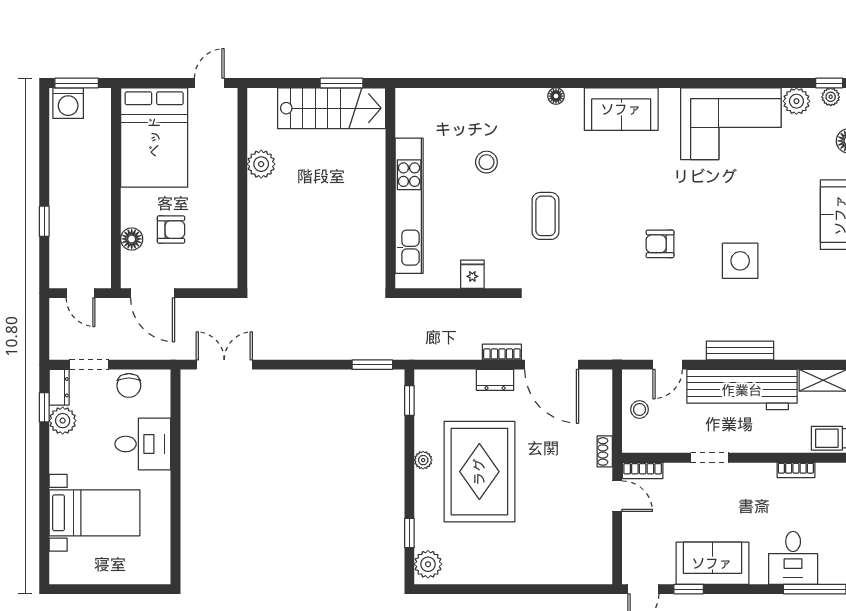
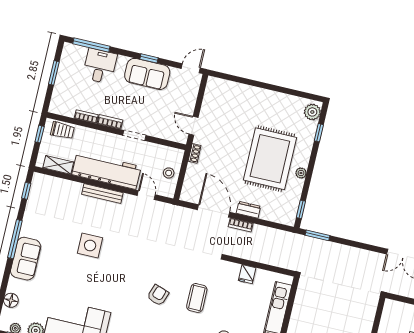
armchair: (660, 244) -> (158, 295), moved, turned -71
door: (668, 365) -> (146, 195), hinge flipped
bookcase: (643, 471) -> (110, 122), moved
window: (689, 589) -> (149, 58), moved

